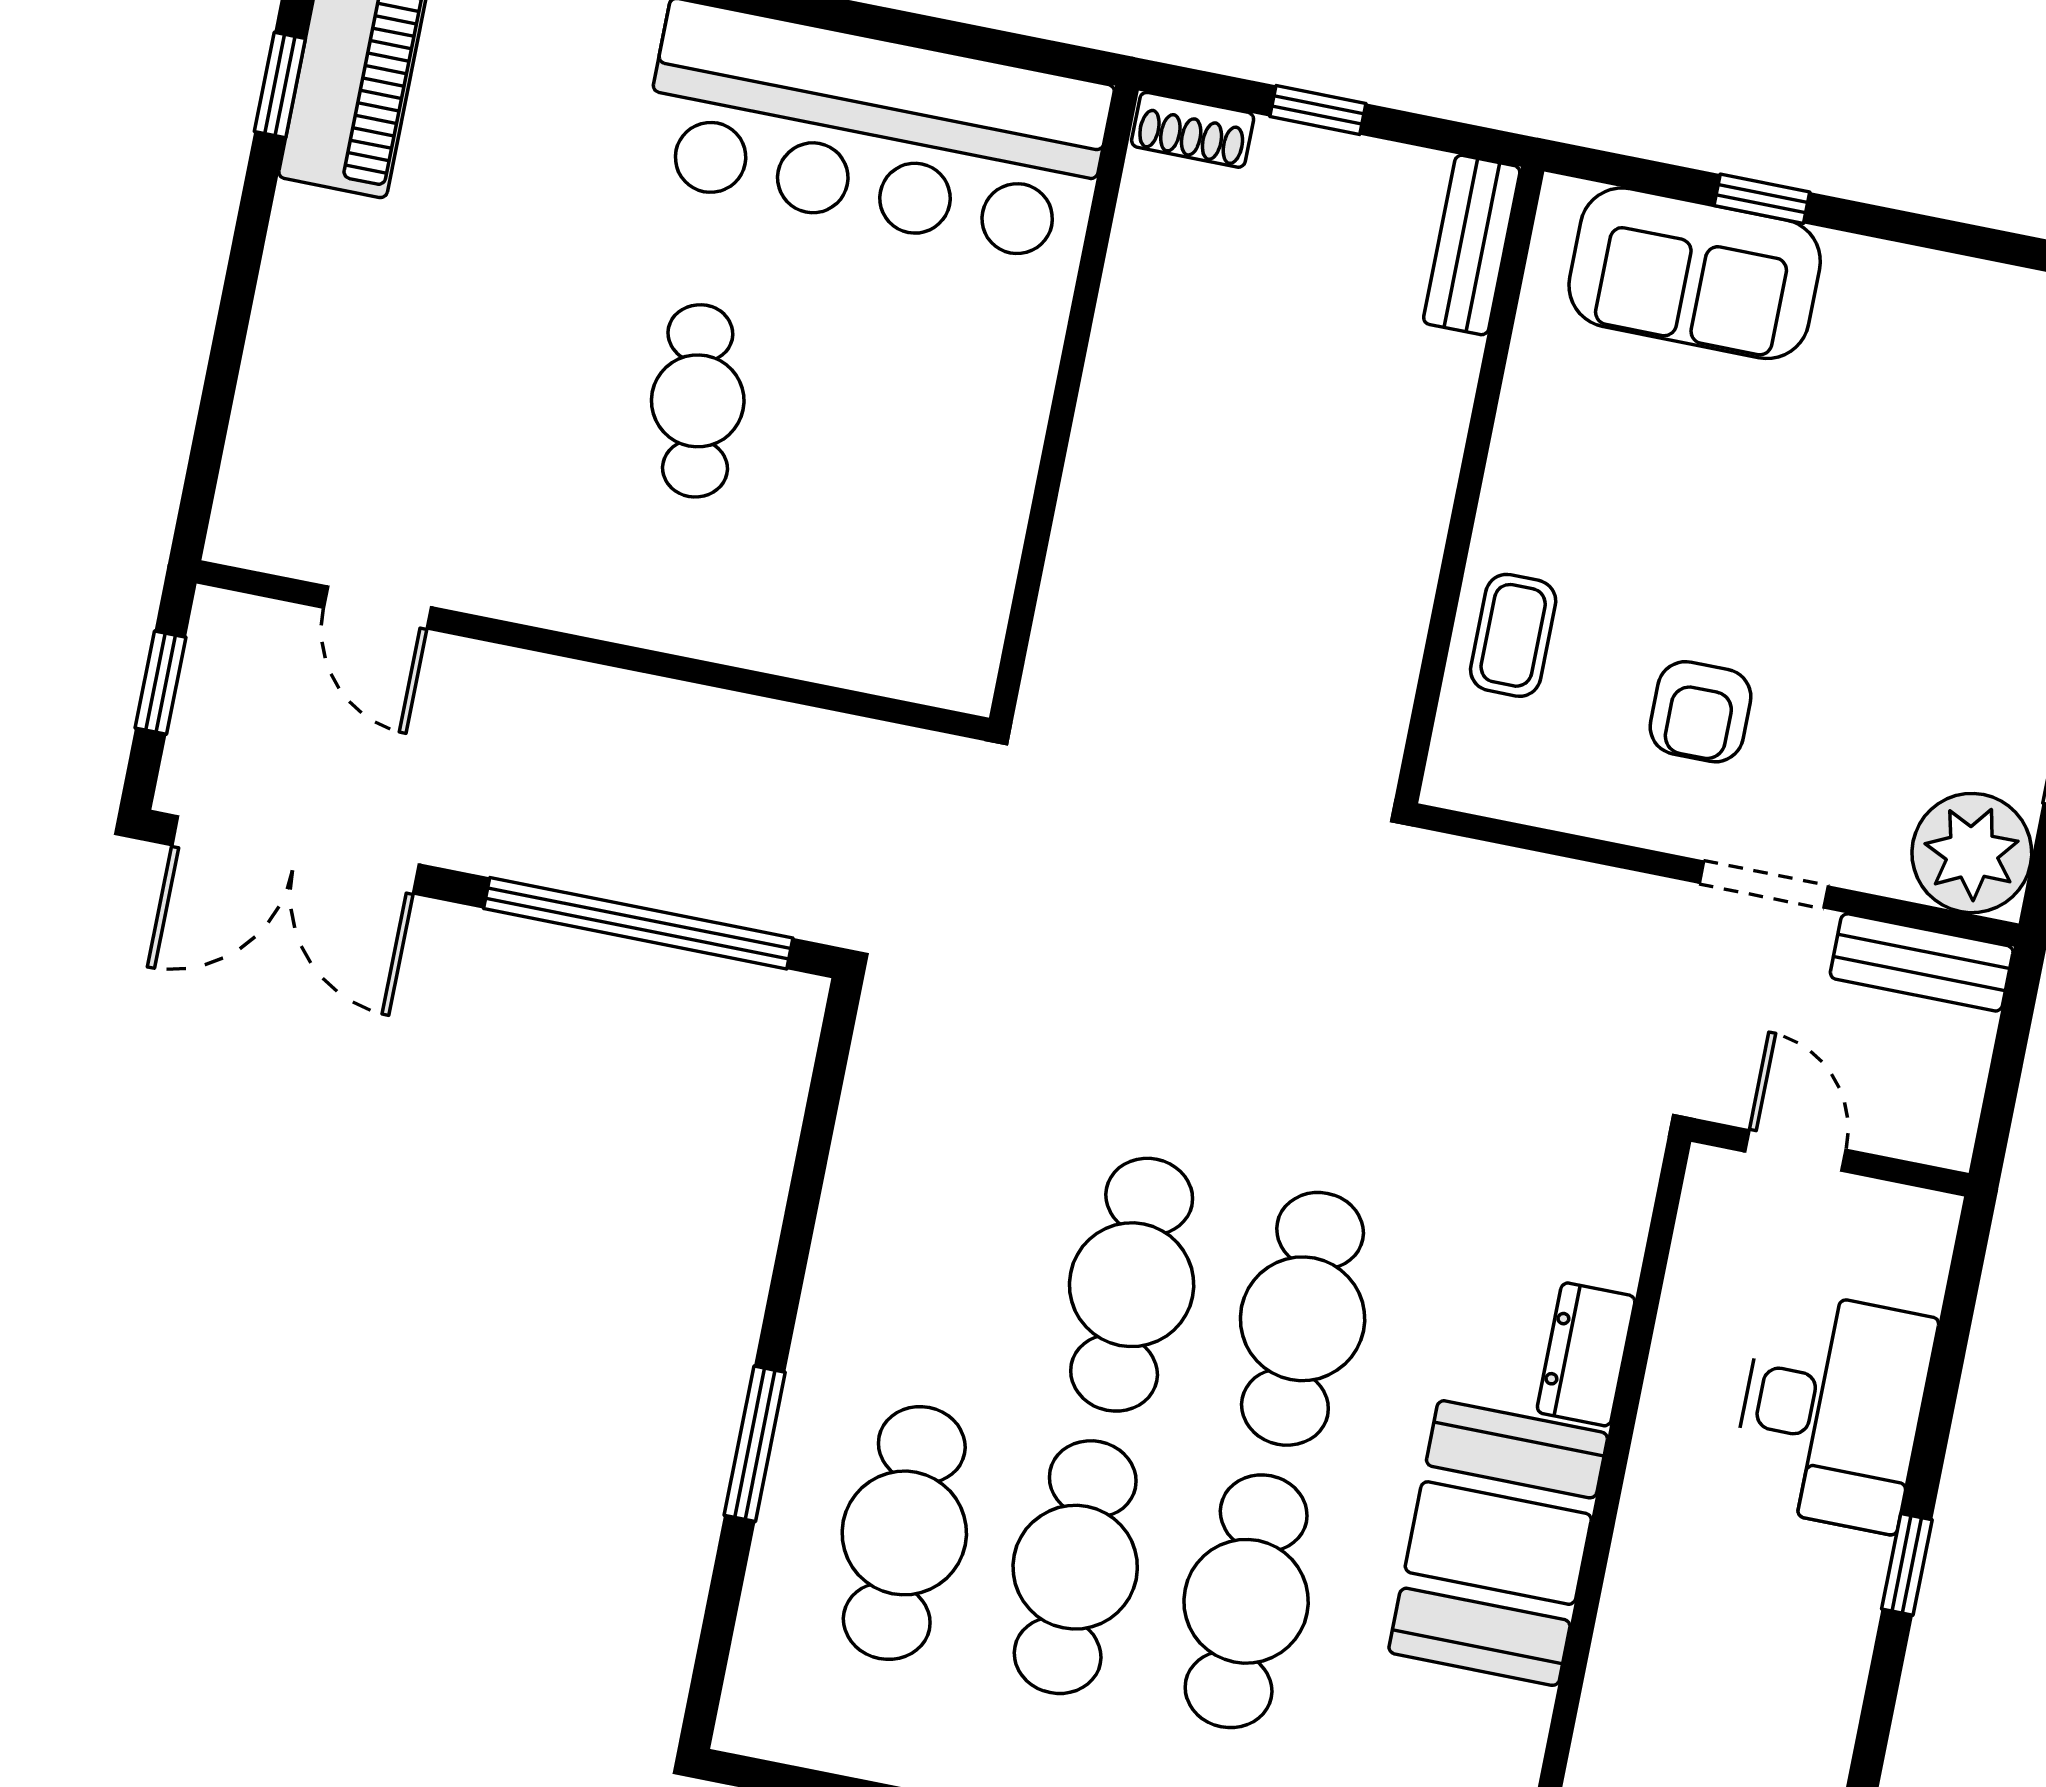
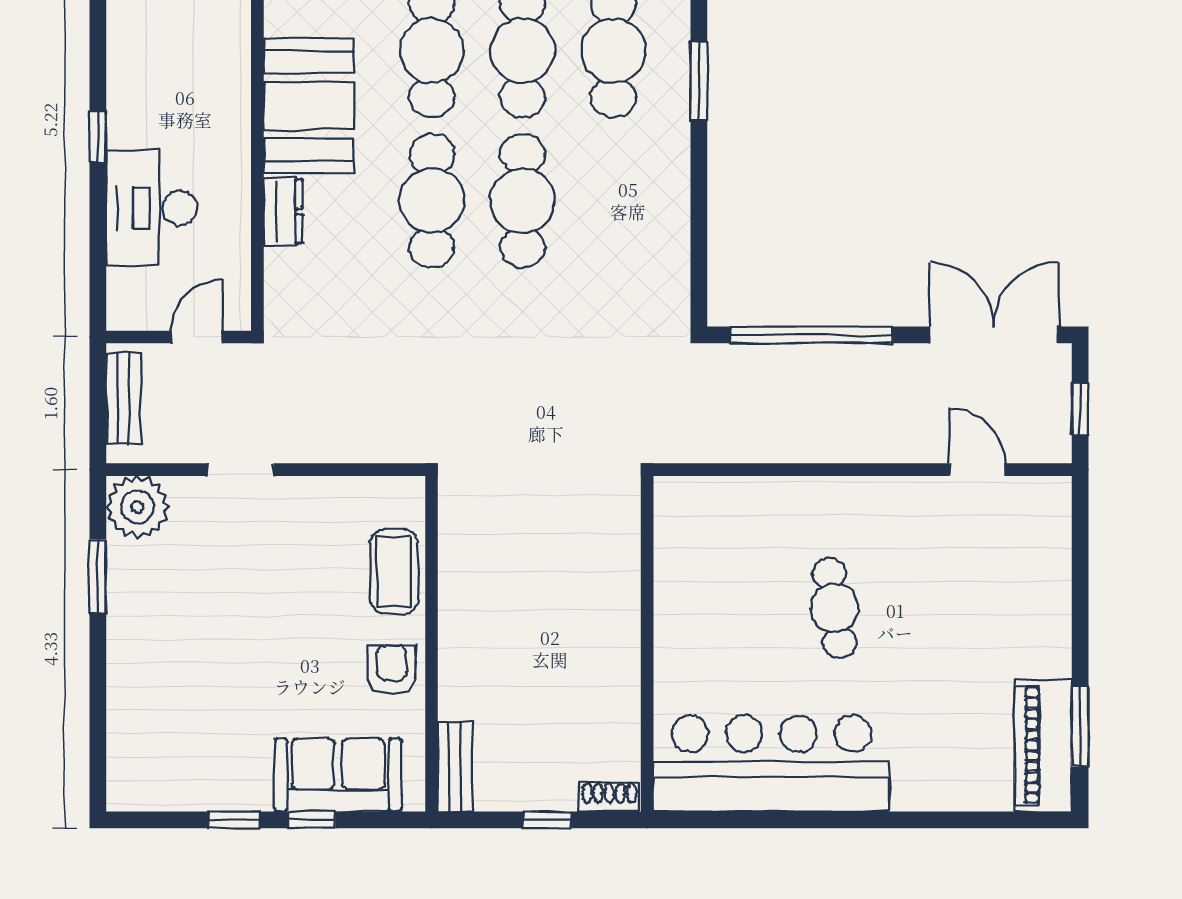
window: (280, 85) -> (1080, 727), width x1.50
window: (1907, 228) -> (234, 820), added
coffee table: (1513, 635) -> (394, 571), width x1.36, depth x1.30
armchair: (1700, 712) -> (392, 670), moved
bench: (1922, 962) -> (124, 398), moved, turned 90
door: (1796, 1151) -> (197, 337), swing flipped

